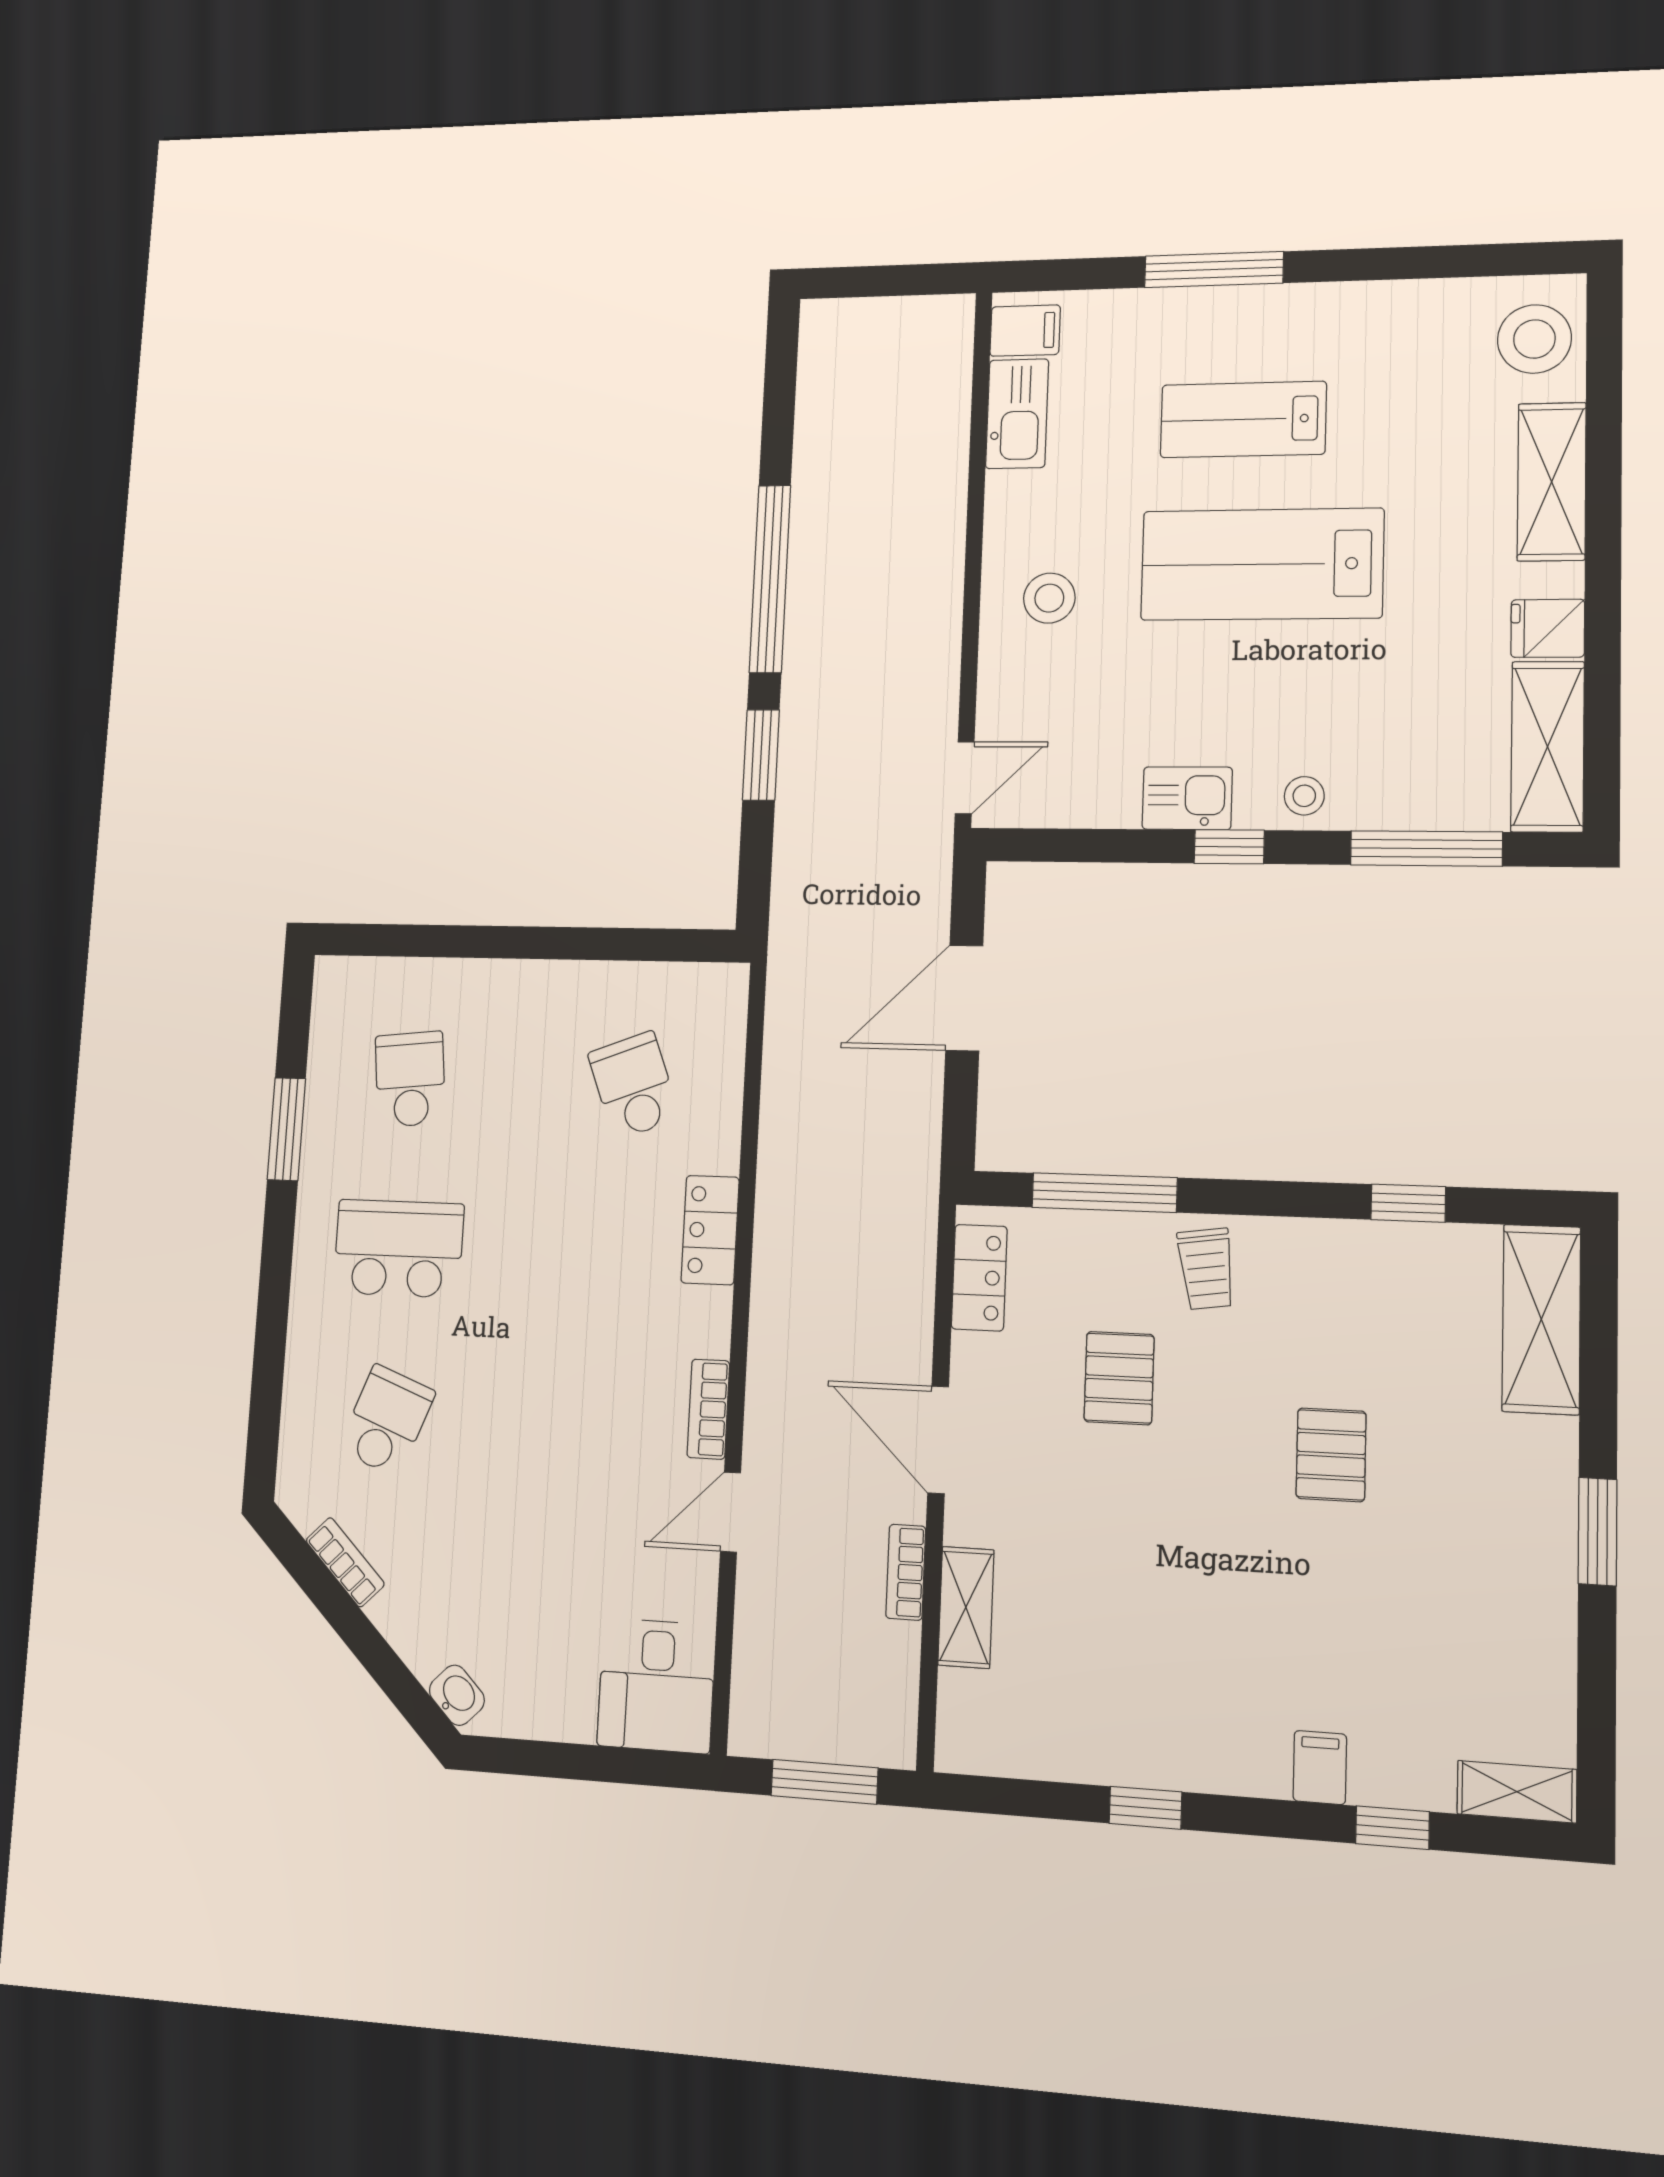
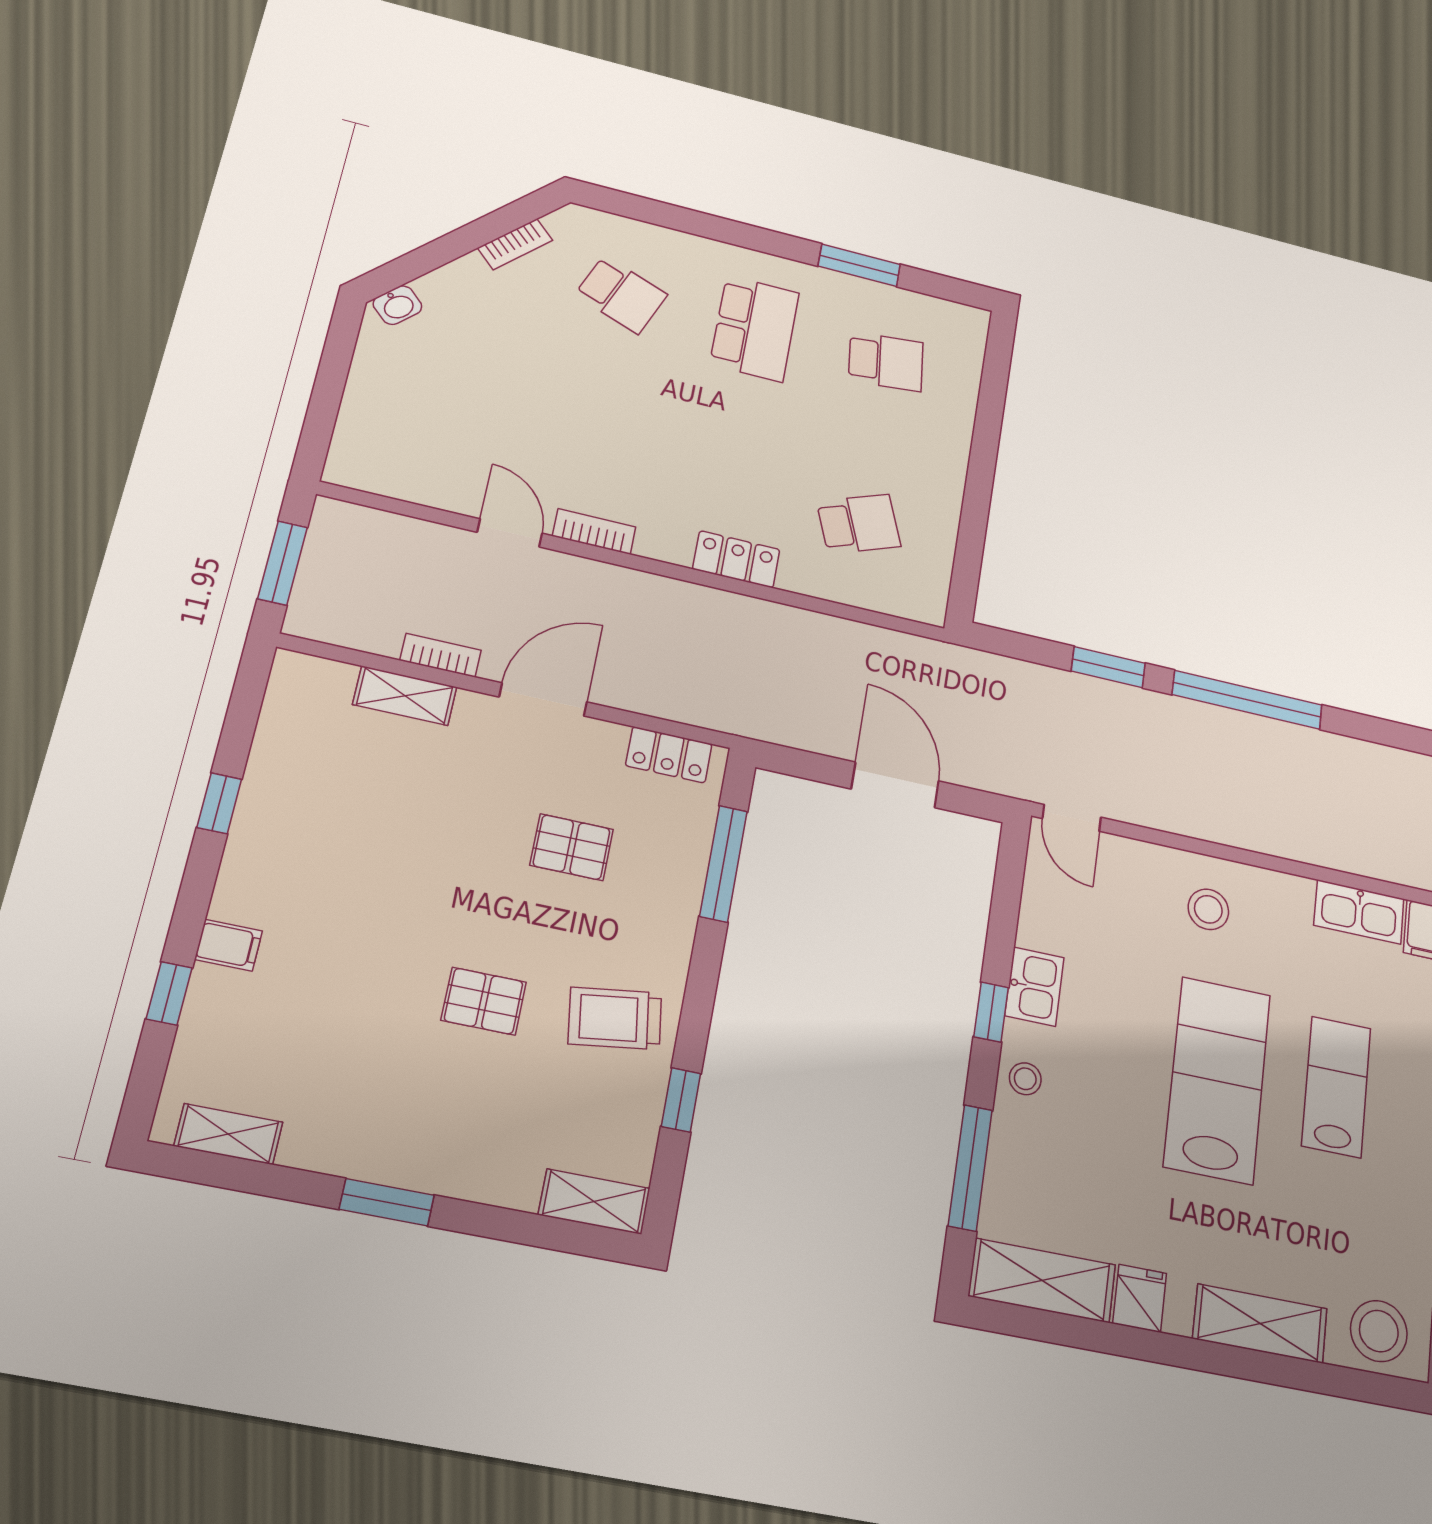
trolley: (1206, 1269) -> (615, 1018), moved, width x1.36, depth x1.39
shelving: (1541, 1319) -> (594, 1202), width x0.67, depth x0.75
desk: (656, 1685) -> (381, 452), removed
shelving: (1517, 1792) -> (228, 1134), moved, turned 90

